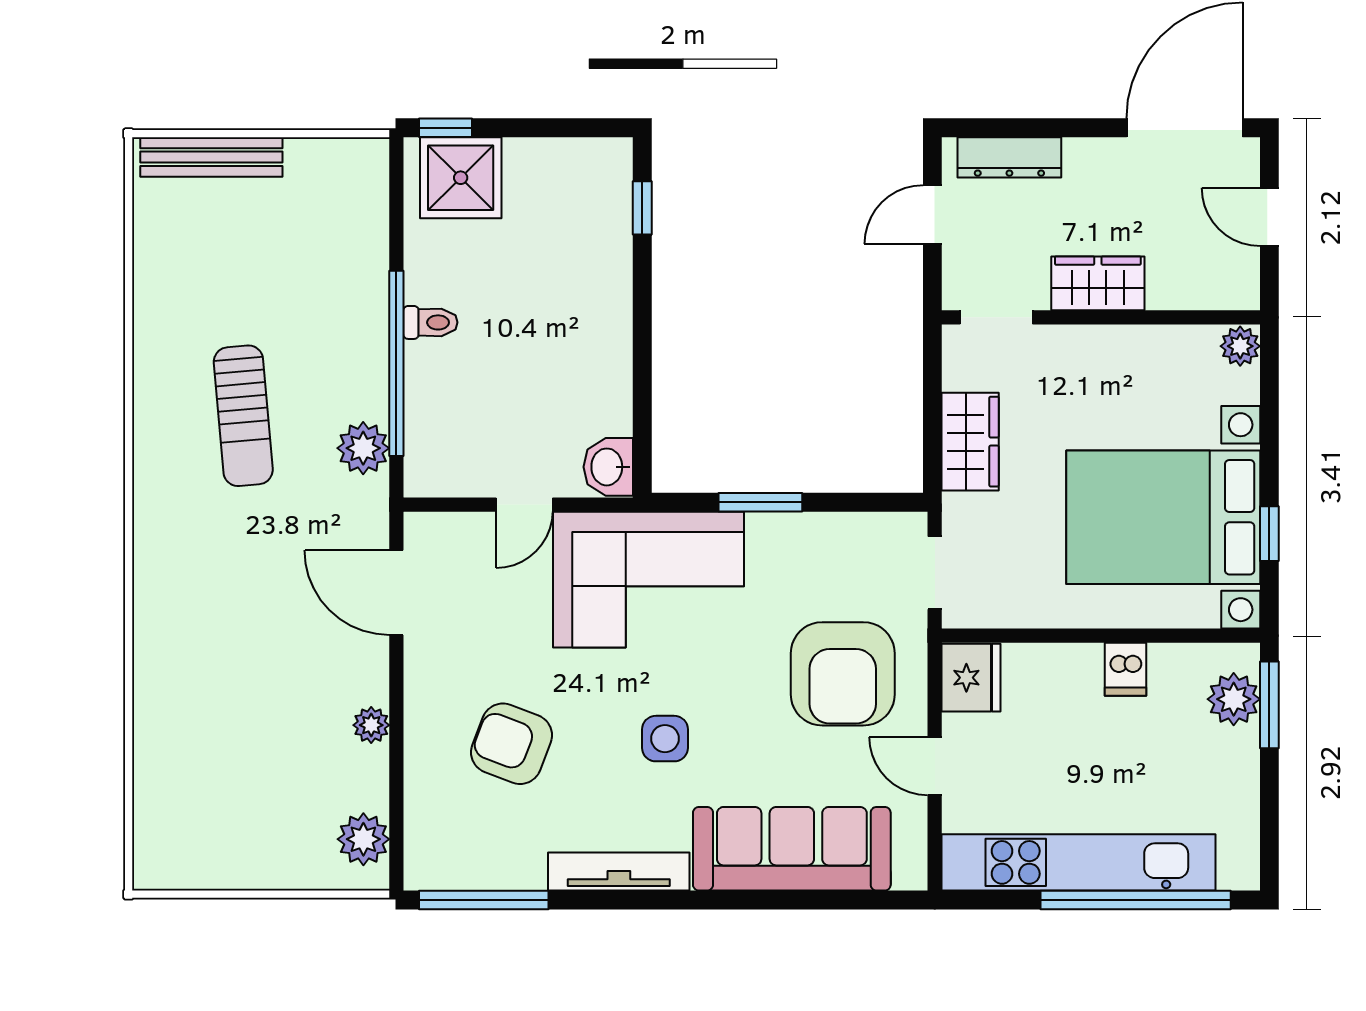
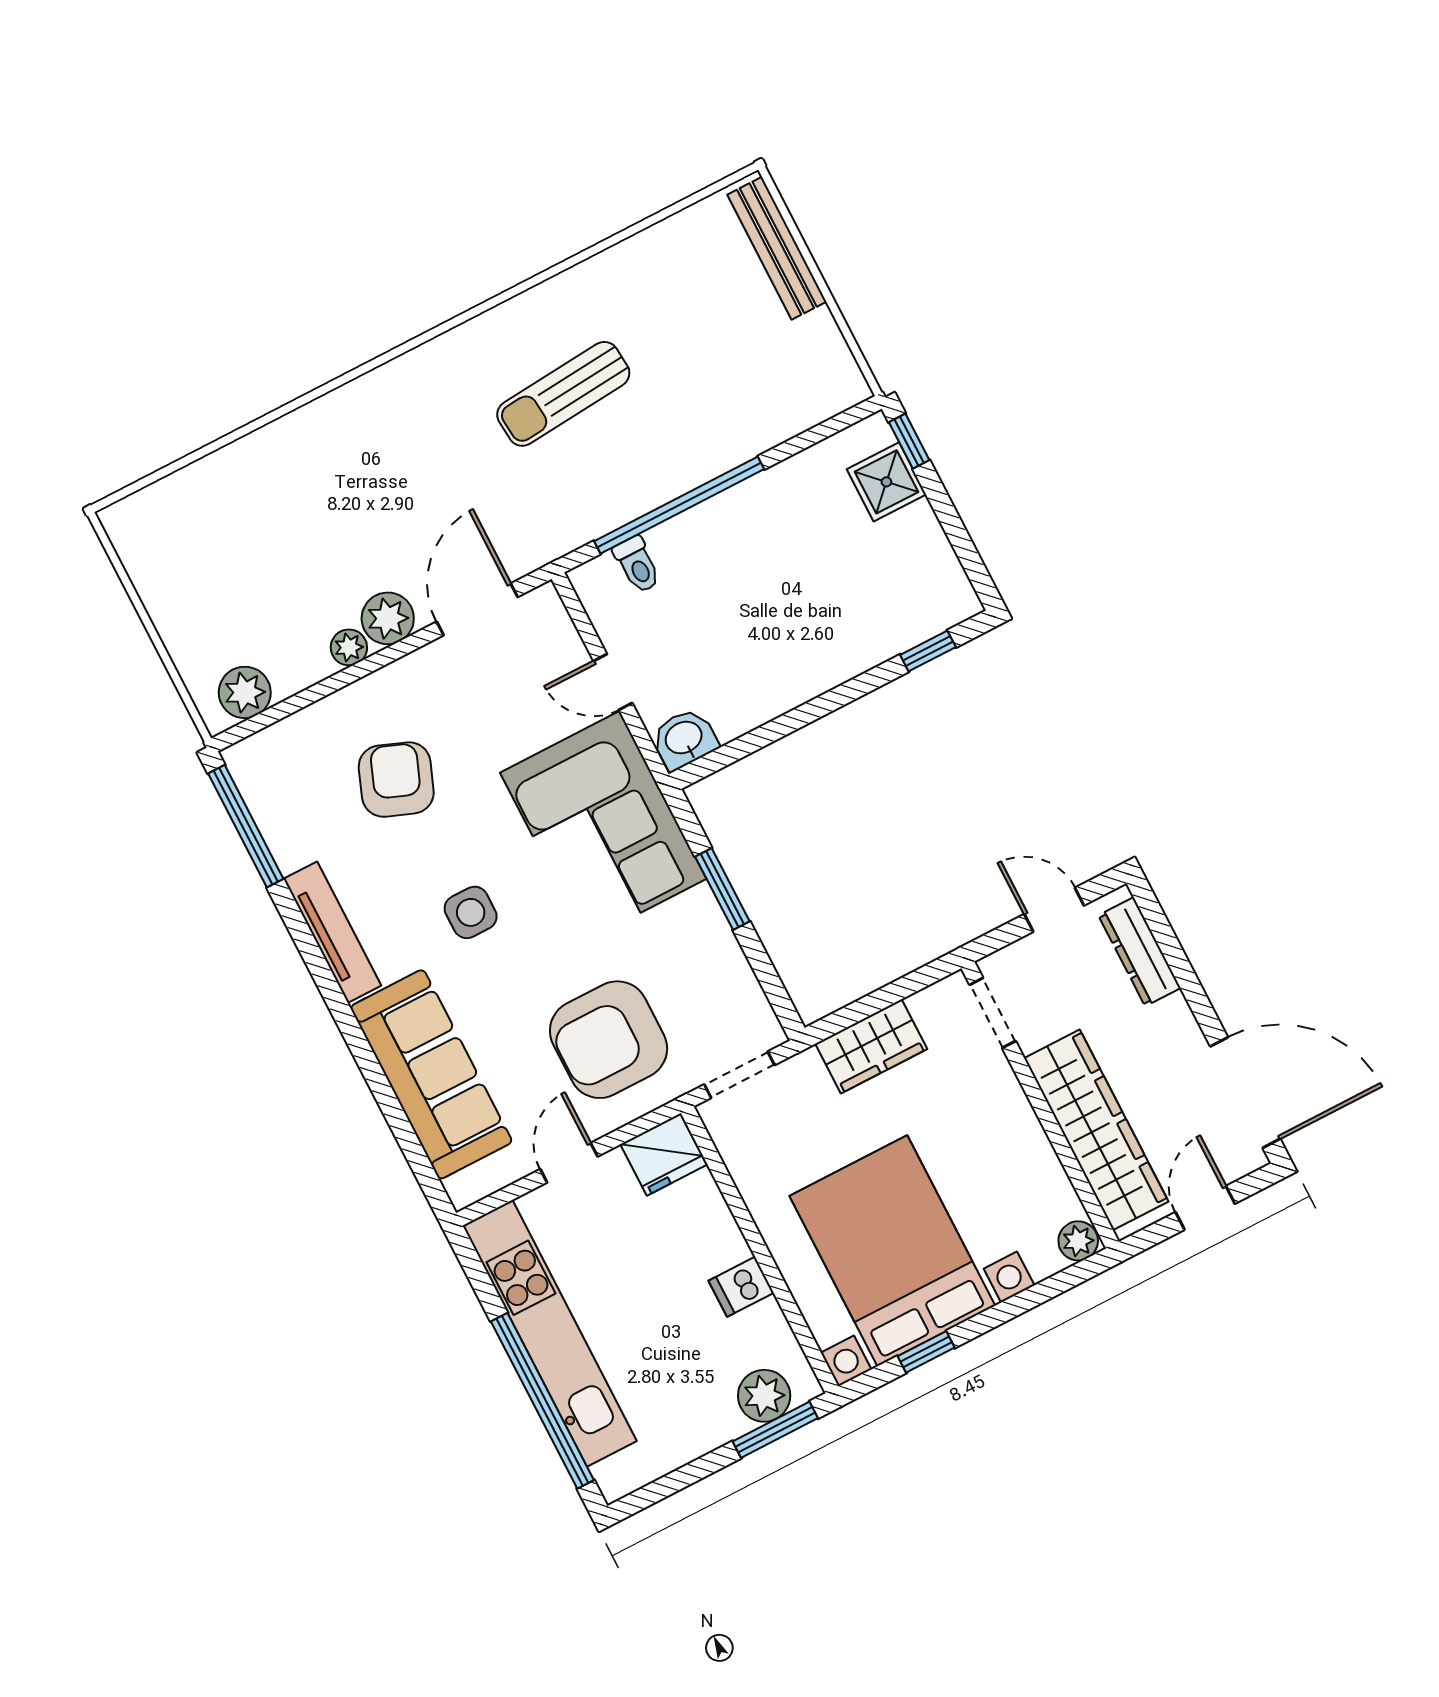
shower: (461, 178) -> (886, 482), width x0.73, depth x0.73
wardrobe: (1098, 283) -> (1096, 1130), width x2.10, depth x1.17
toilet: (430, 322) -> (637, 565), moved
plant: (363, 448) -> (388, 618), moved

